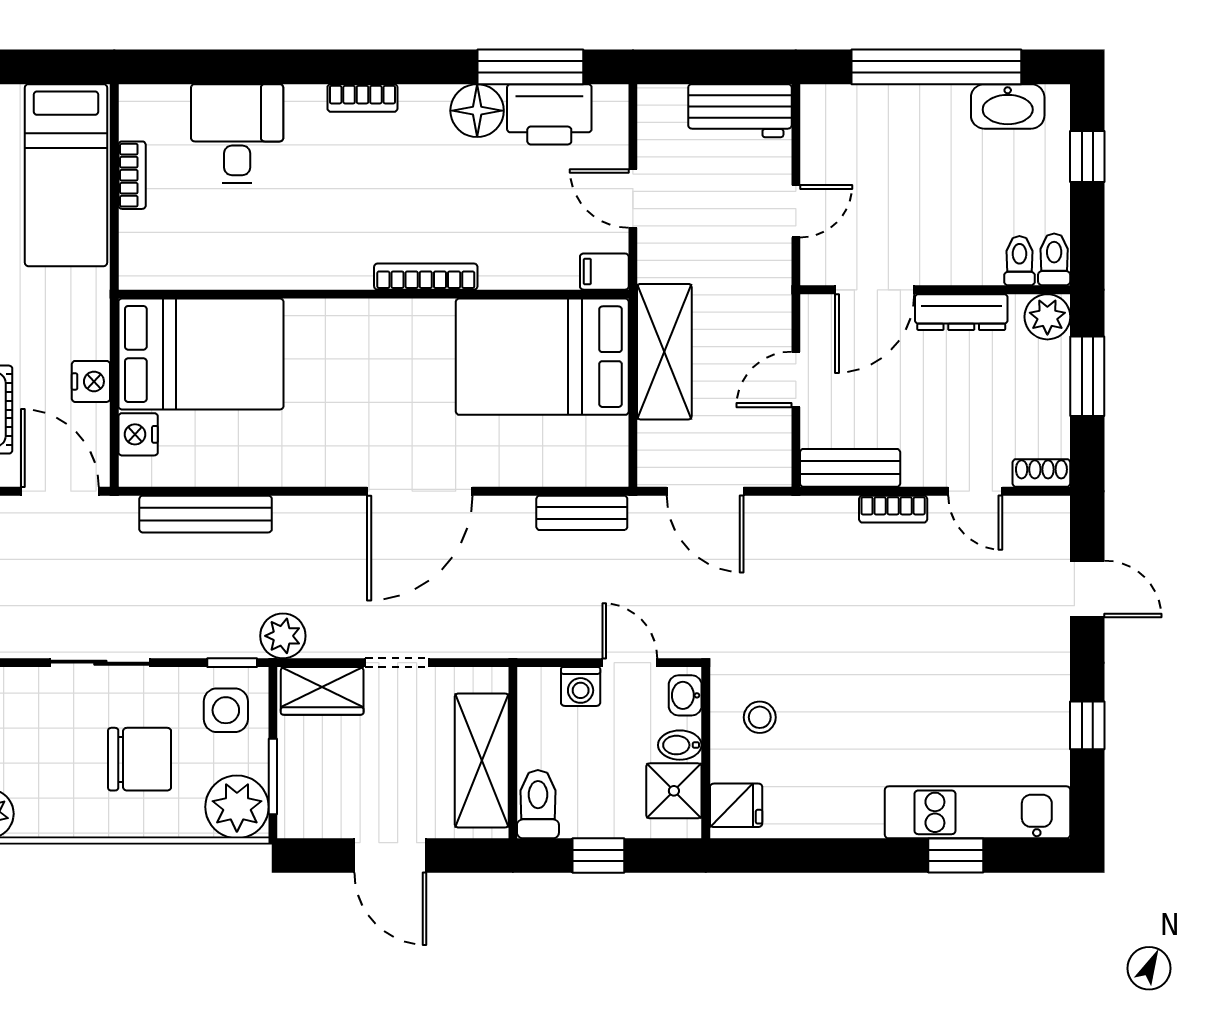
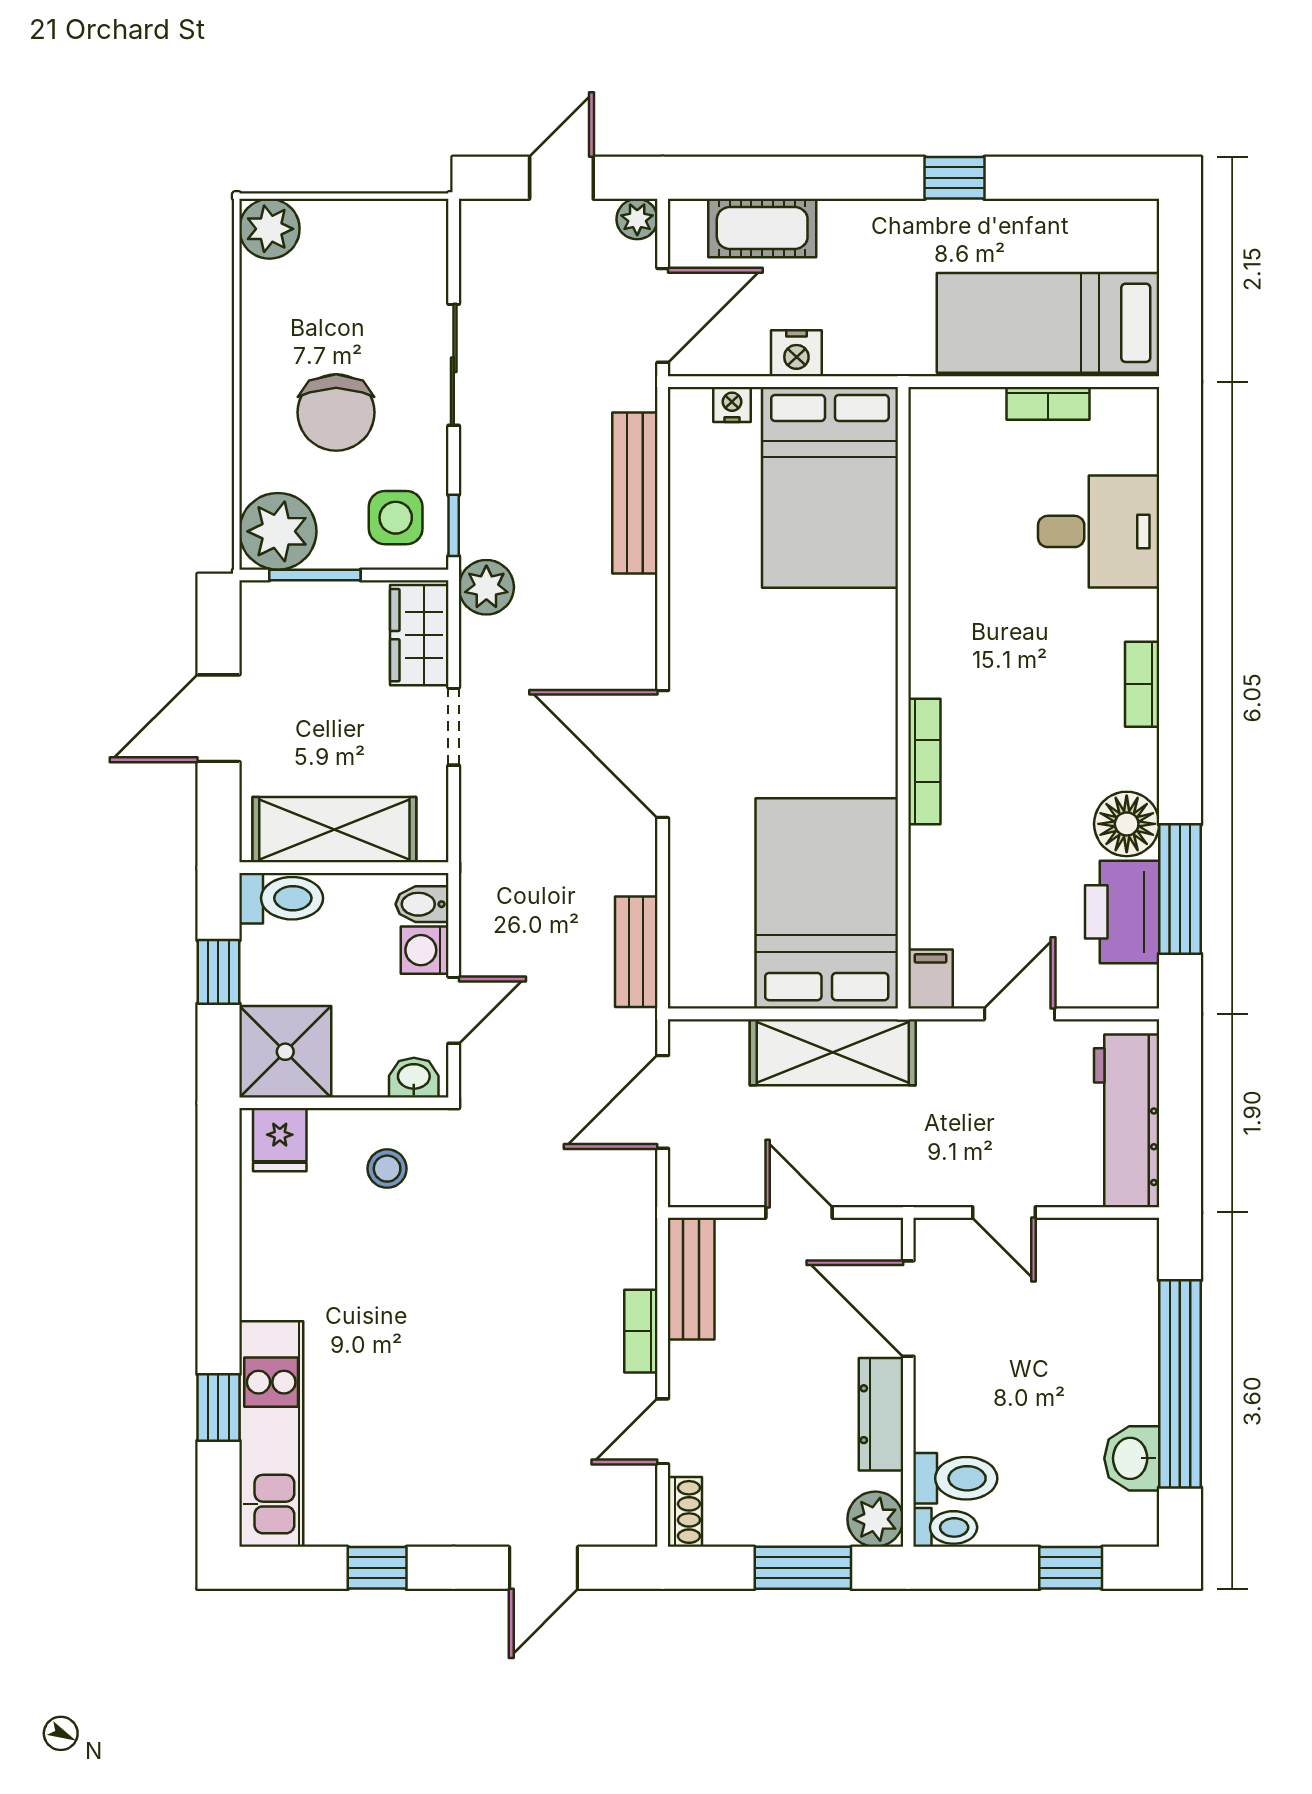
washbasin: (1008, 106) -> (1132, 1458), width x0.72
workbench: (740, 111) -> (1127, 1121), width x1.37
toilet: (1019, 261) -> (955, 1478), width x1.37, depth x1.39
nightstand: (138, 434) -> (732, 405), width x0.72, depth x0.74
bidet: (680, 745) -> (422, 904), moved, turned -90
shower: (674, 791) -> (285, 1052), width x1.36, depth x1.36

